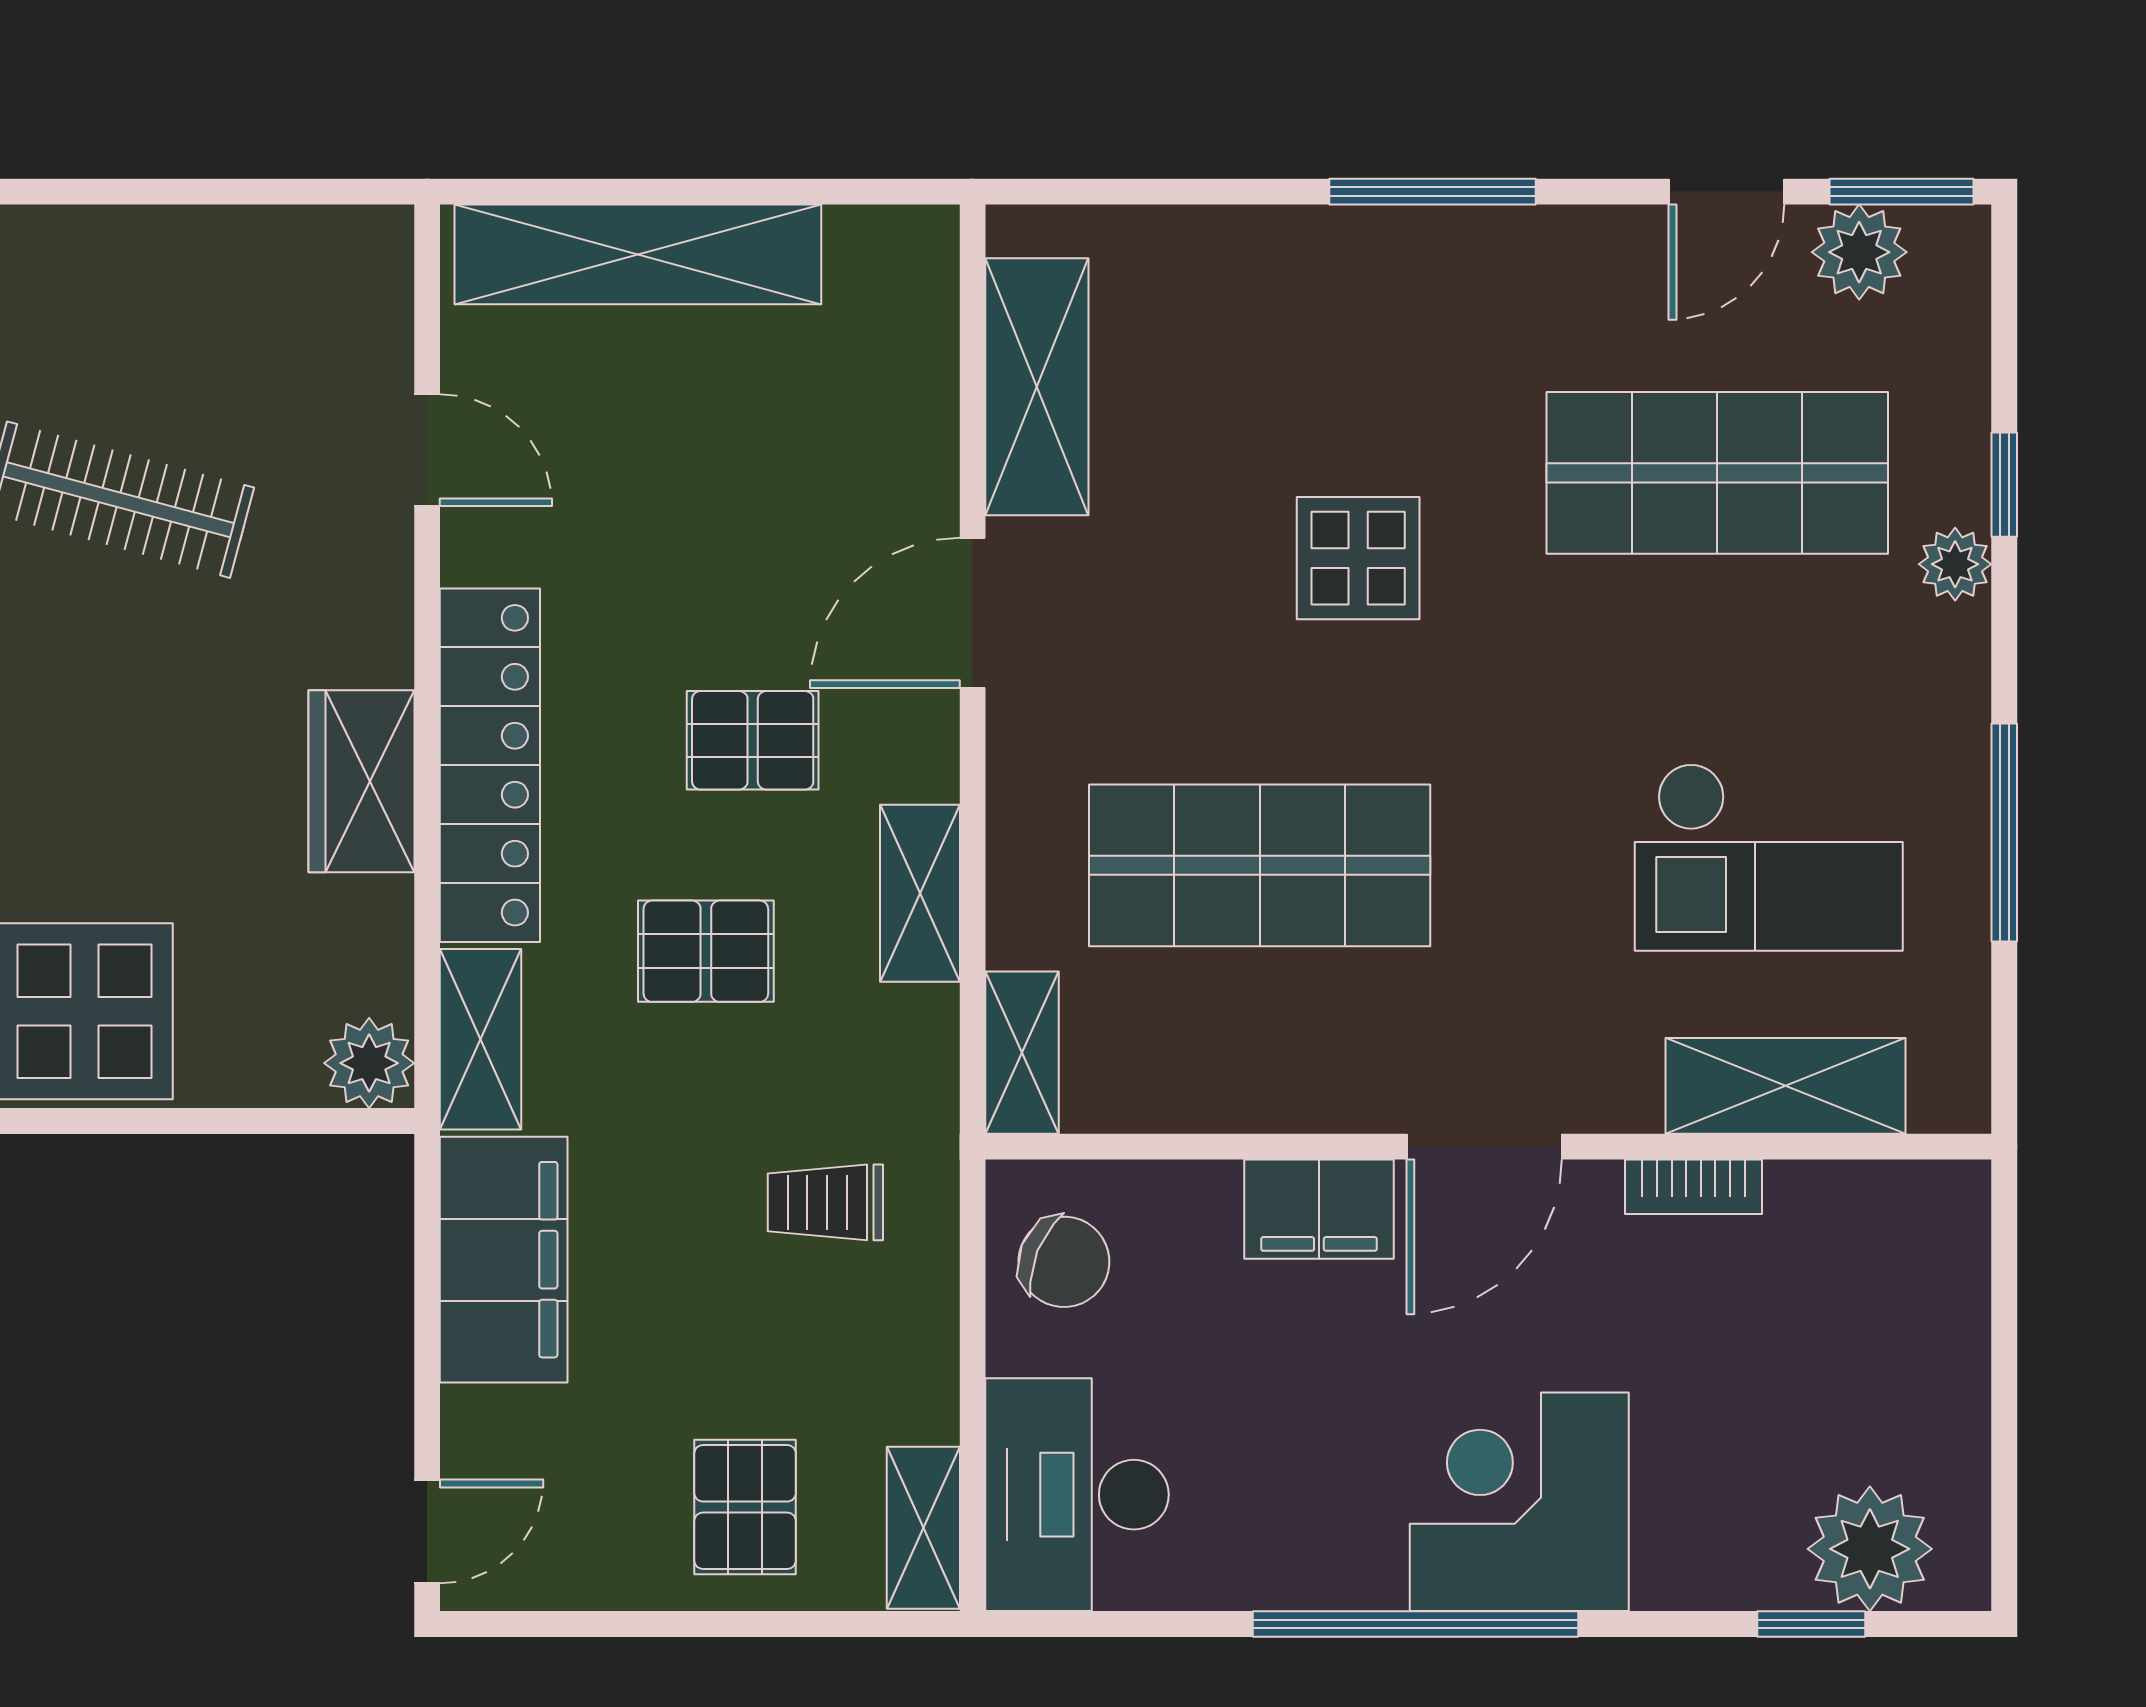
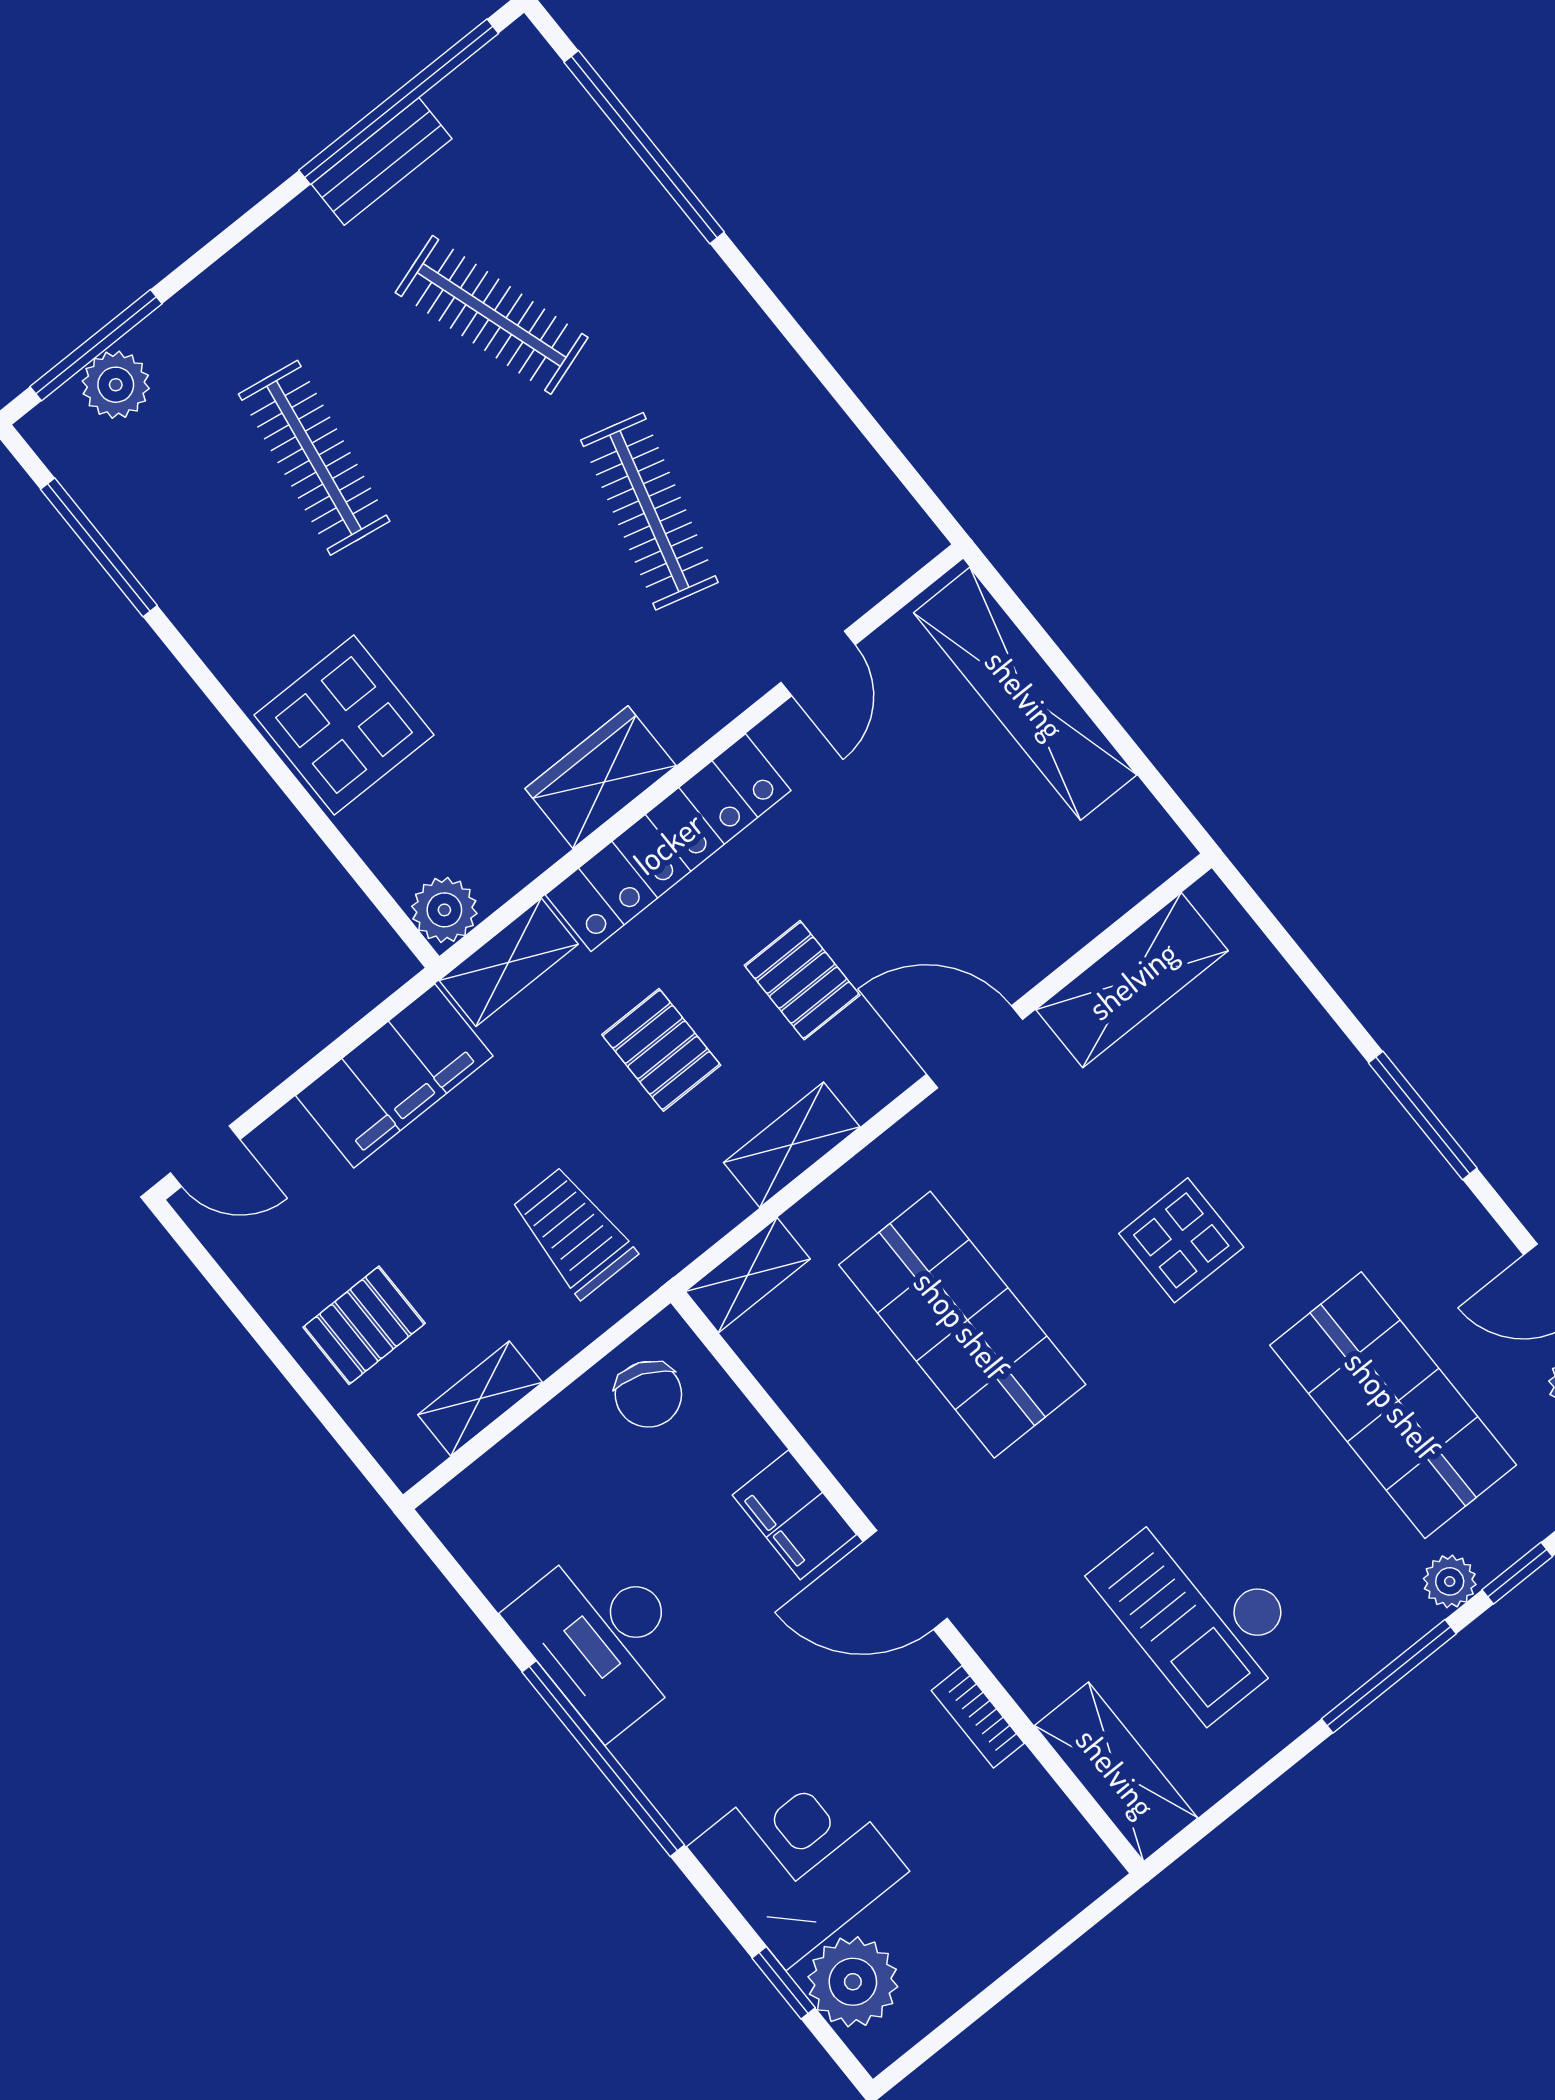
window: (2004, 833) -> (1389, 1676), moved
shelving: (1785, 1086) -> (1116, 1772), moved
trolley: (825, 1202) -> (573, 1232), width x1.36, depth x1.39
desk: (1077, 1495) -> (604, 1638), moved, turned -90
corner desk: (1519, 1502) -> (798, 1859), moved
shelving: (923, 1528) -> (480, 1399), moved

